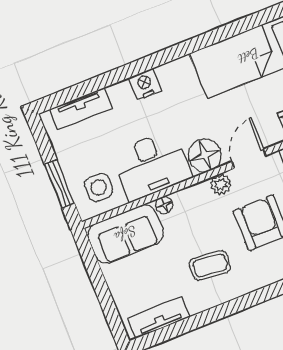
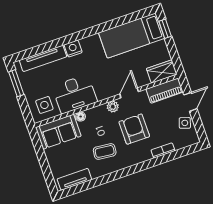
tv unit: (81, 109) -> (43, 58), width x1.41
floor lamp: (205, 155) -> (105, 90), removed
window: (59, 184) -> (16, 83), moved

